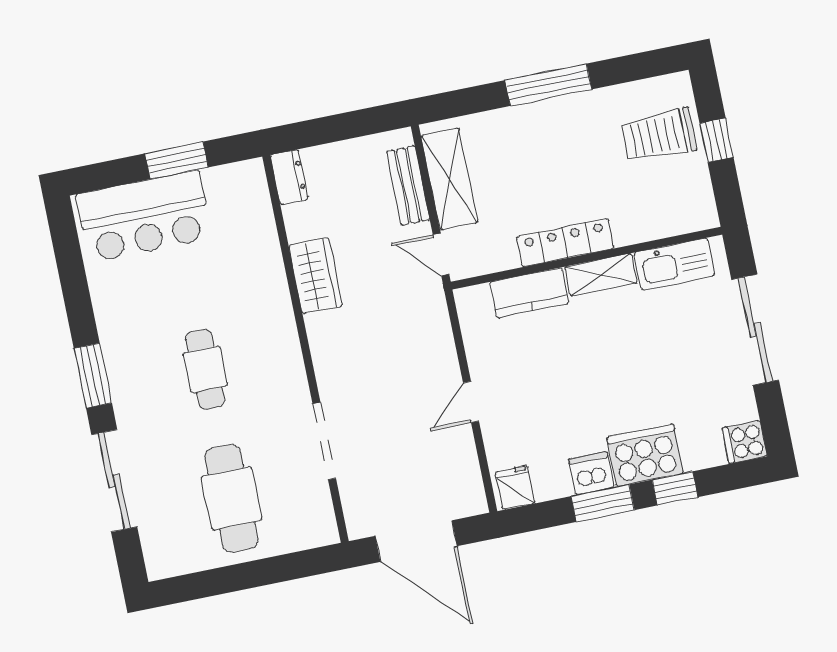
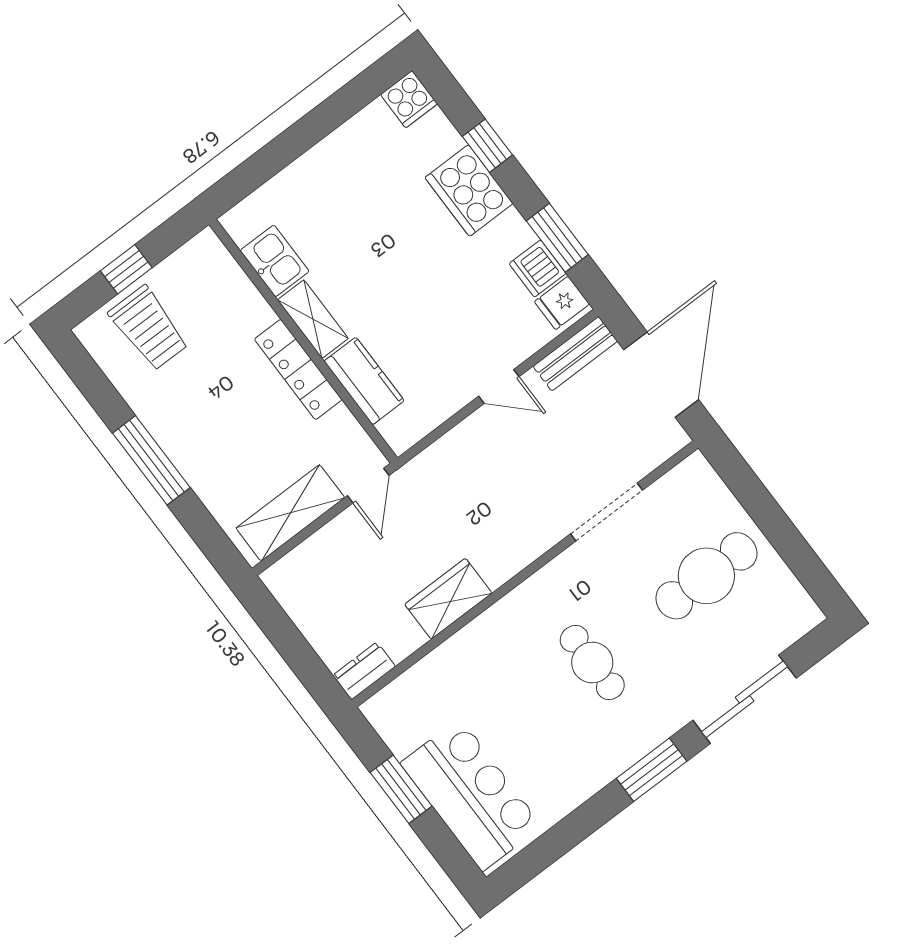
bench: (408, 185) -> (575, 354), moved
kitchen sink: (674, 264) -> (275, 261), width x0.73
sliding door: (755, 330) -> (294, 142), removed
cafe table: (205, 369) -> (592, 663), turned 90
dishwasher: (591, 473) -> (538, 269), moved
window: (603, 503) -> (557, 238), moved

